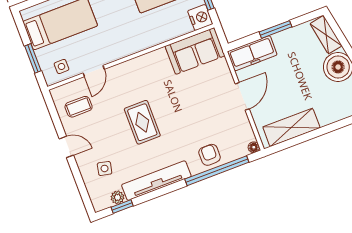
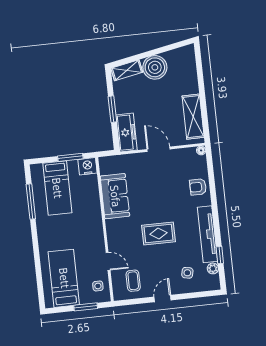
sofa: (195, 51) -> (115, 196), moved
window: (217, 171) -> (212, 184), removed
window: (122, 206) -> (220, 255), moved

